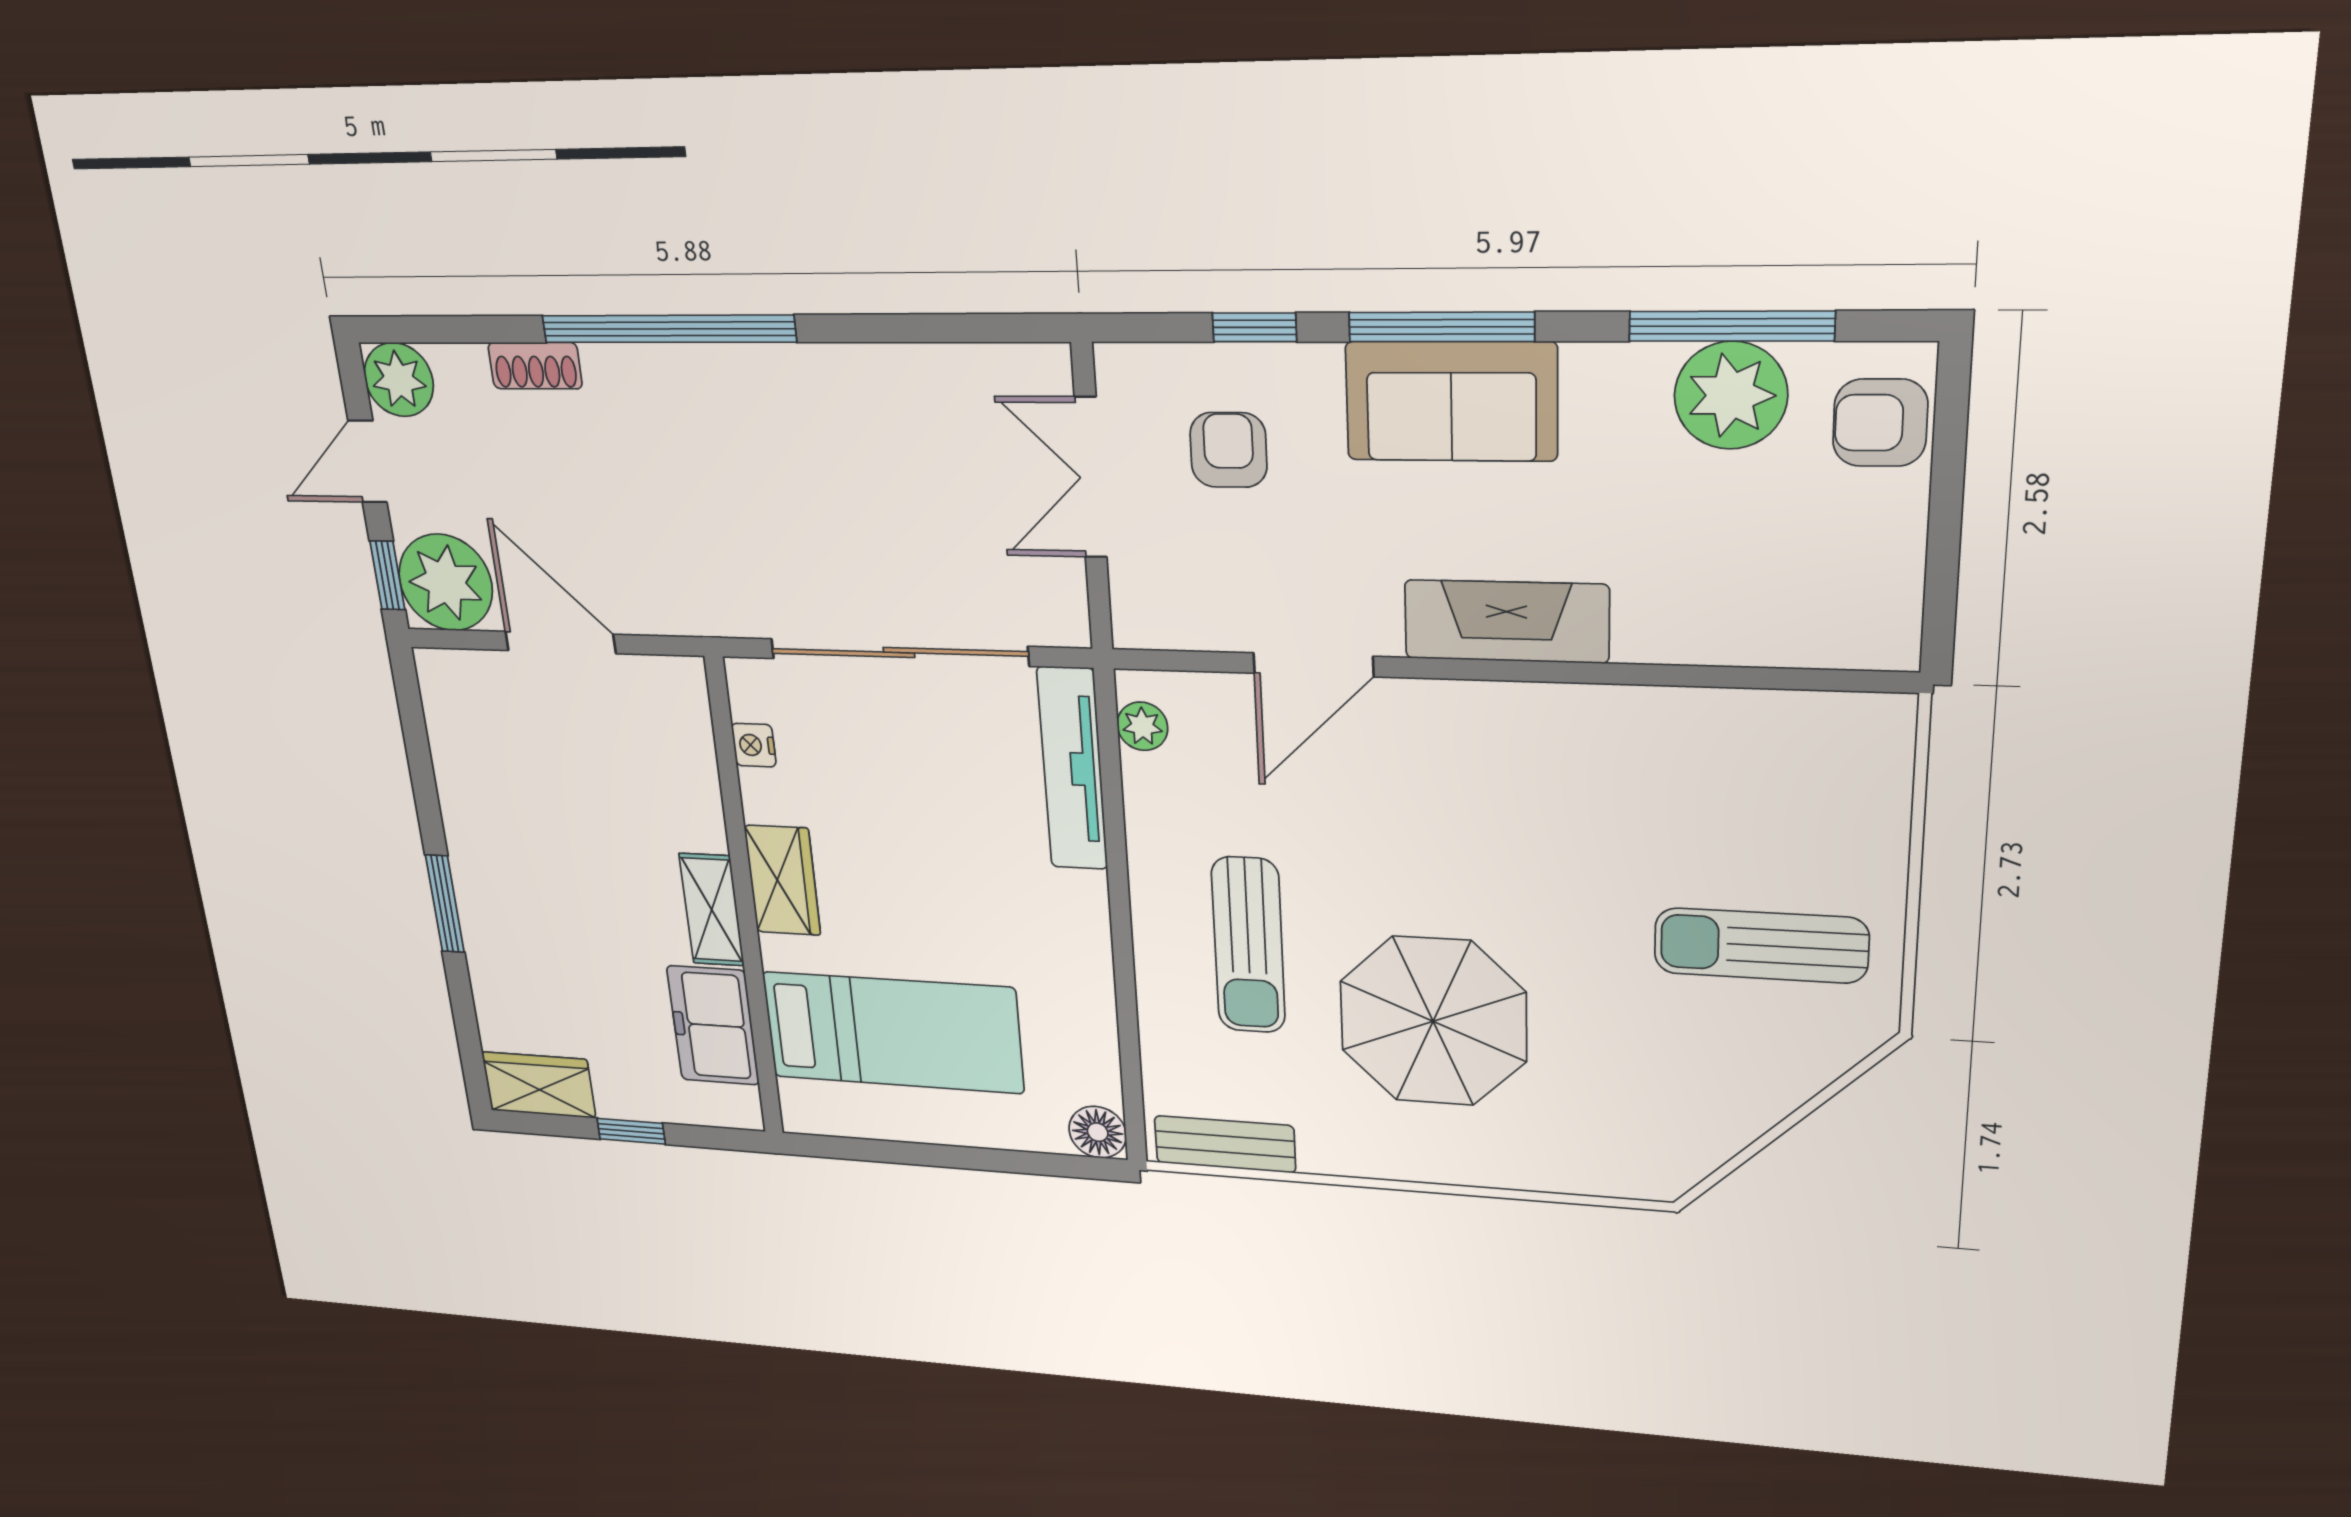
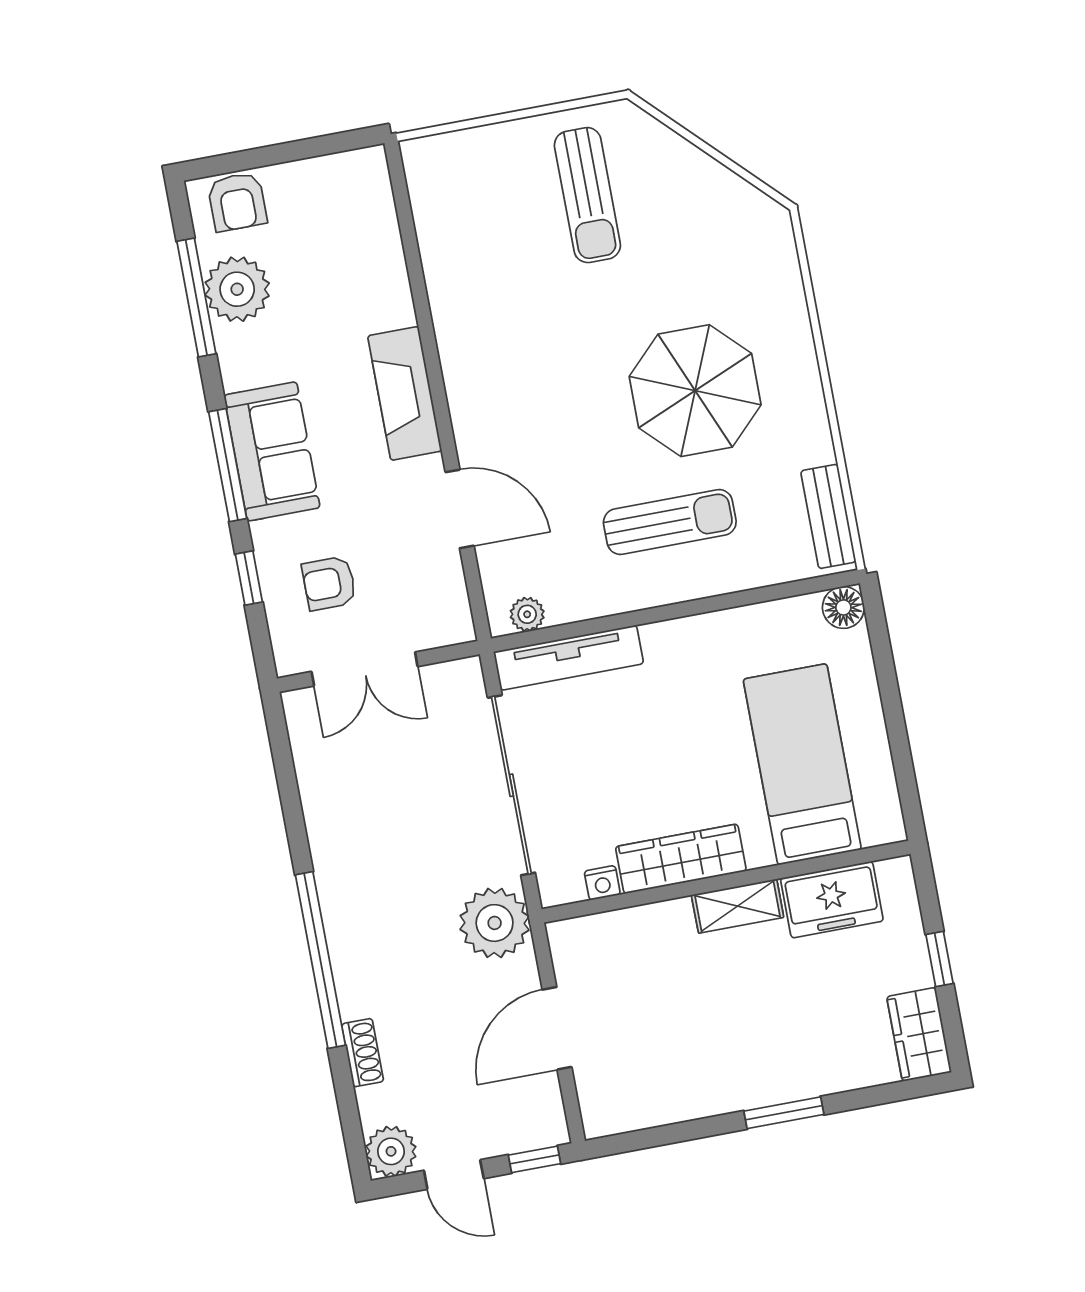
plant: (446, 582) -> (495, 923), moved
wardrobe: (782, 880) -> (681, 859), width x1.50

